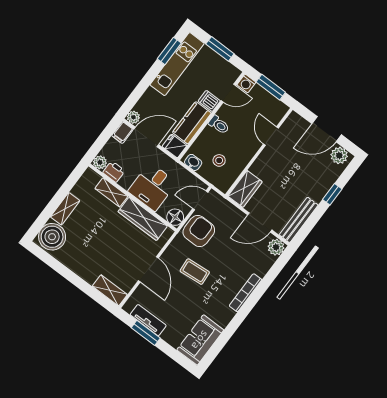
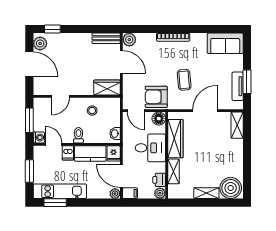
stool: (219, 160) -> (92, 111), moved
window: (332, 194) -> (52, 29), moved
bench: (299, 220) -> (106, 38), width x0.73

